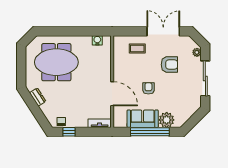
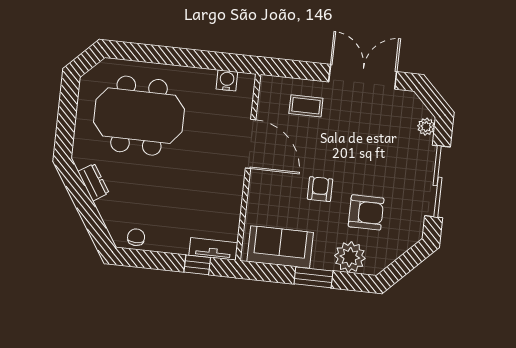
armchair: (169, 65) -> (366, 212), moved
door: (112, 94) -> (251, 144), moved
sofa: (143, 119) -> (280, 247), moved
window: (69, 132) -> (197, 265), moved
window: (150, 132) -> (313, 277), width x0.47

